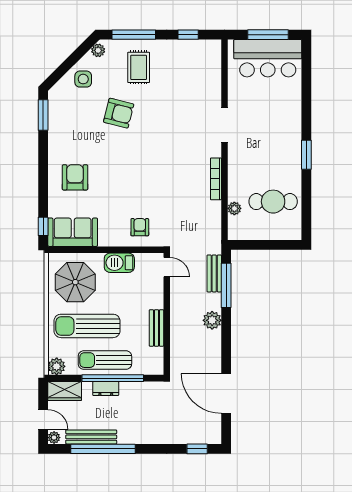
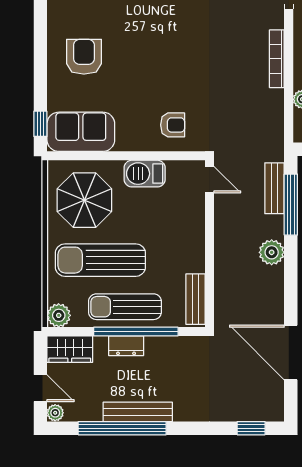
armchair: (140, 227) -> (173, 125), turned 90
bench: (156, 328) -> (196, 299), moved
bench: (91, 437) -> (138, 412), moved

